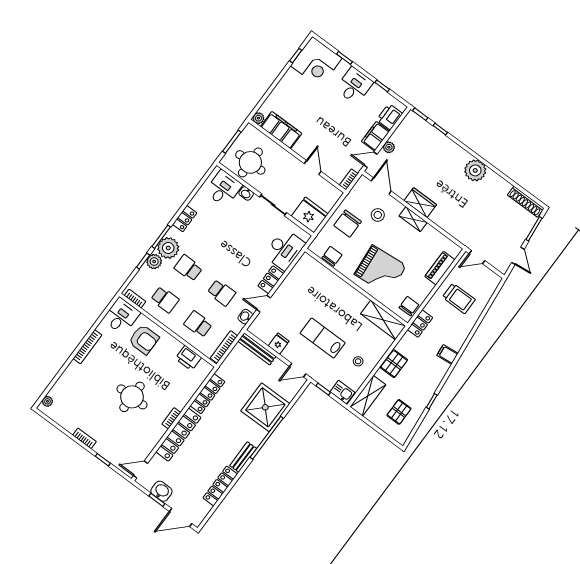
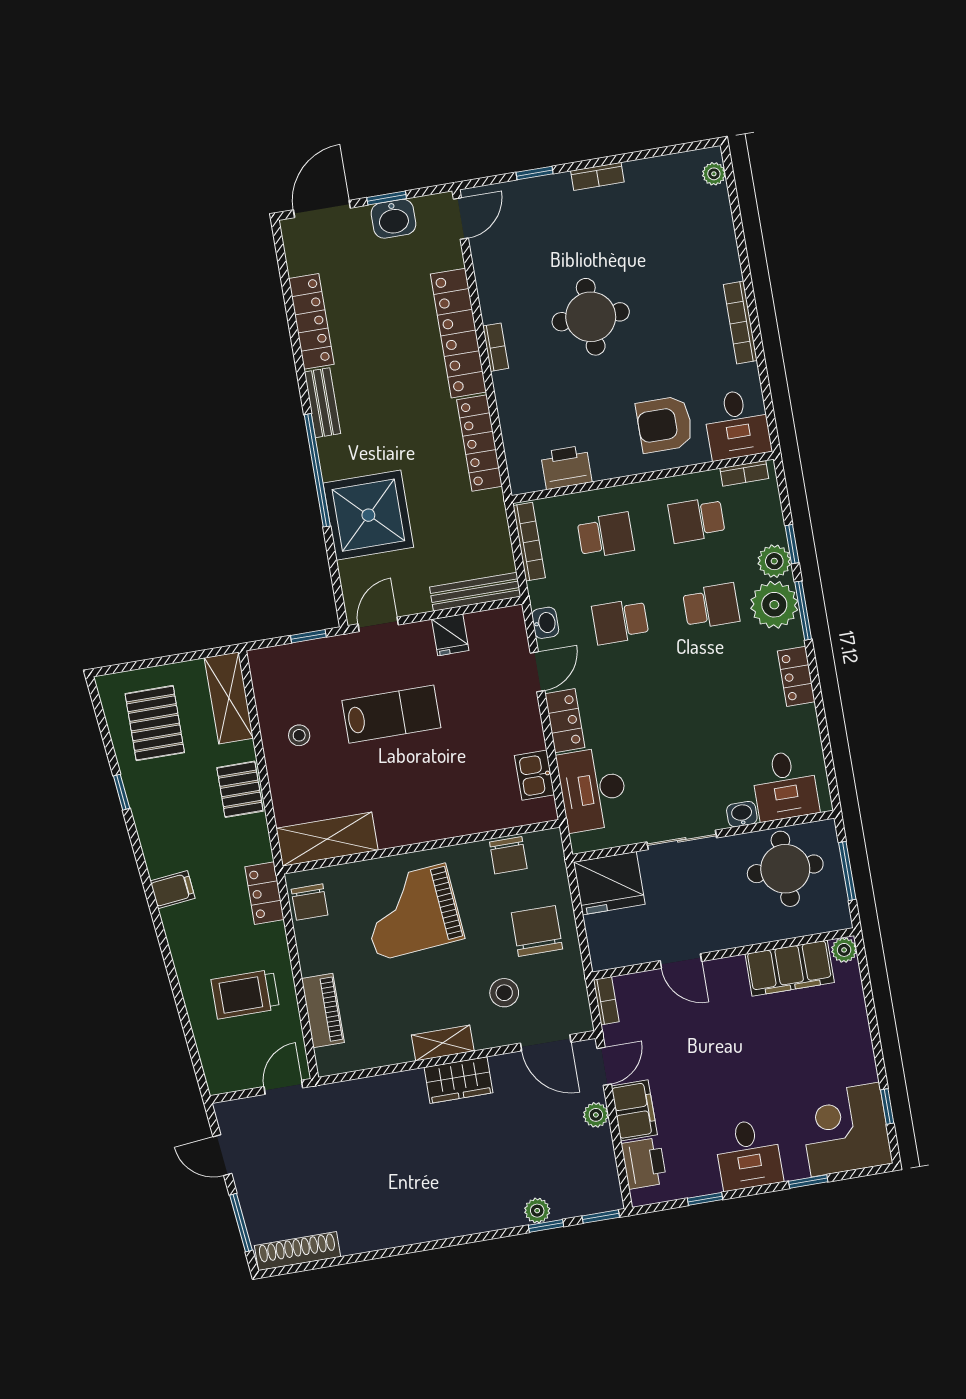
plant: (475, 170) -> (537, 1211), moved, width x0.53, depth x0.53
kitchen sink: (342, 392) -> (534, 775), moved, turned 90
pallet: (399, 412) -> (155, 723), width x1.50, depth x1.42

